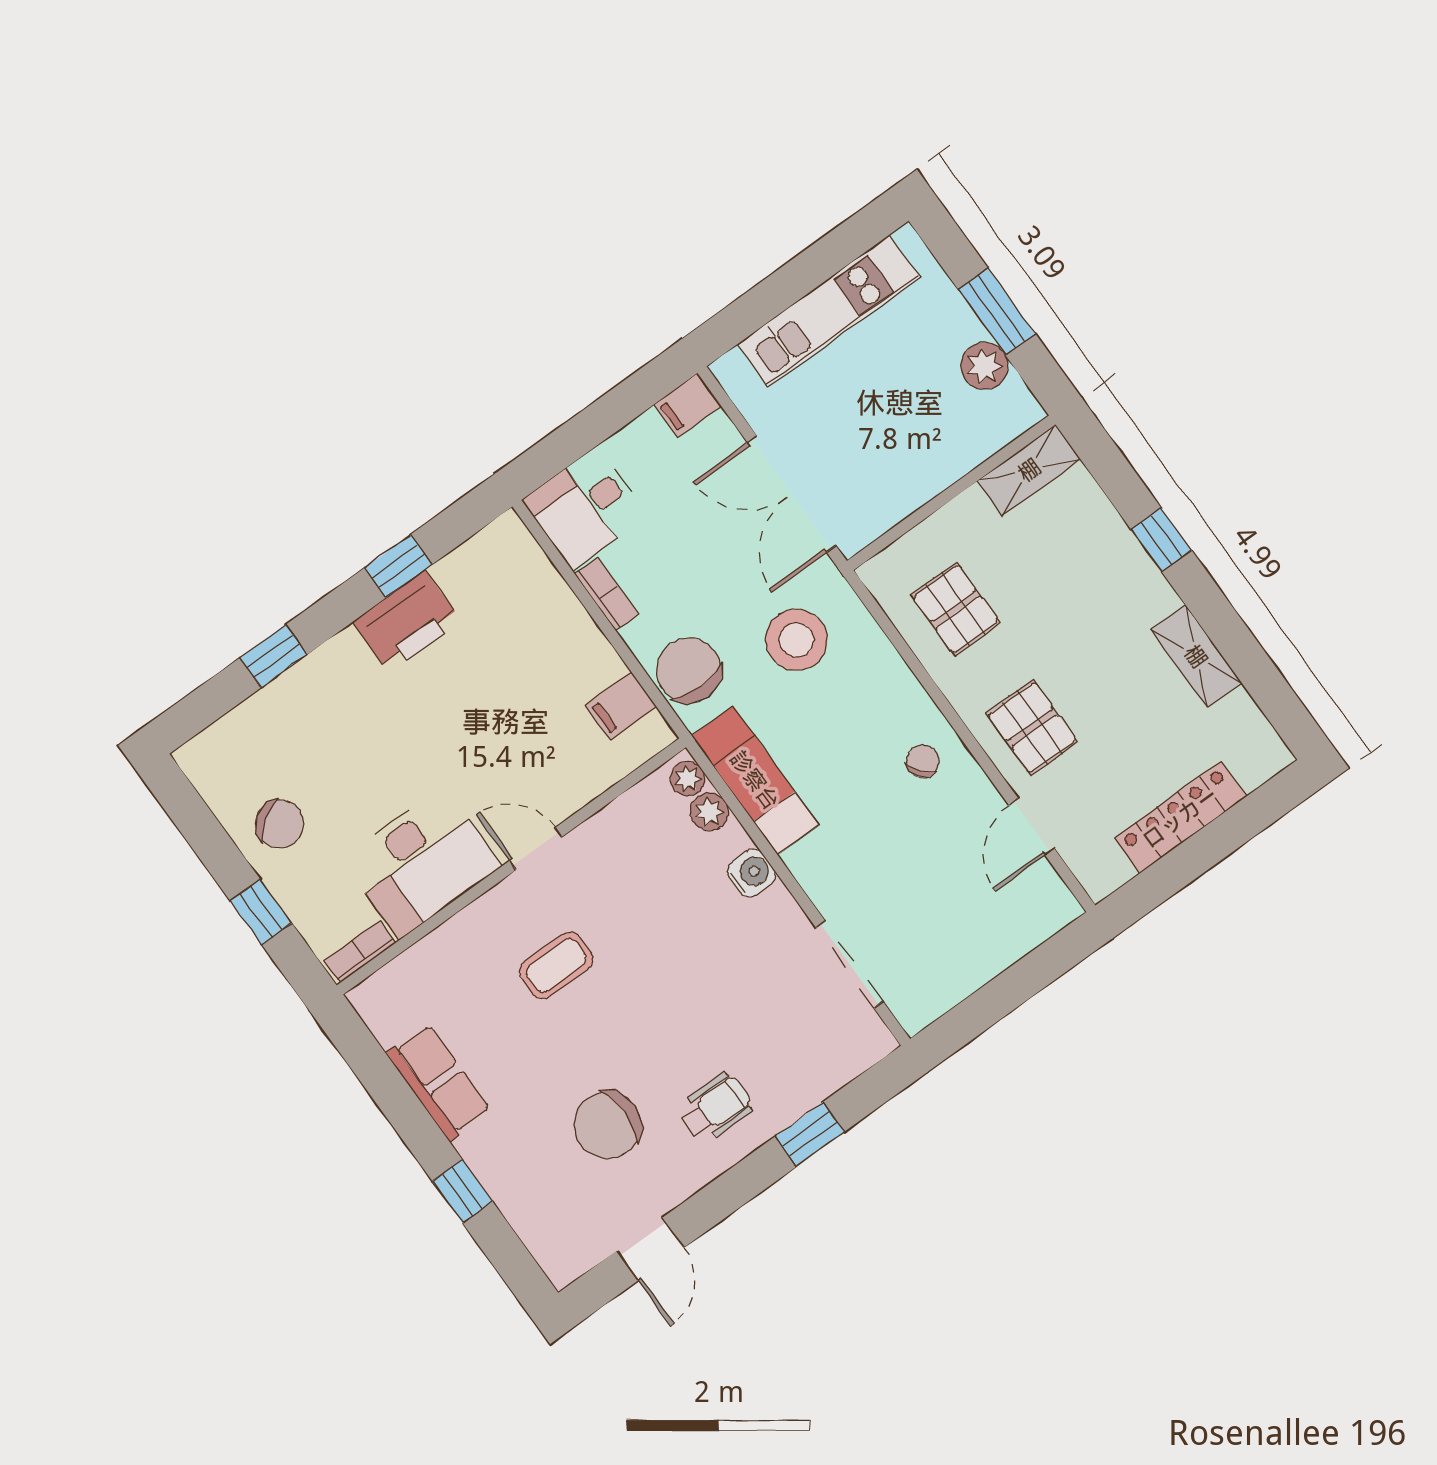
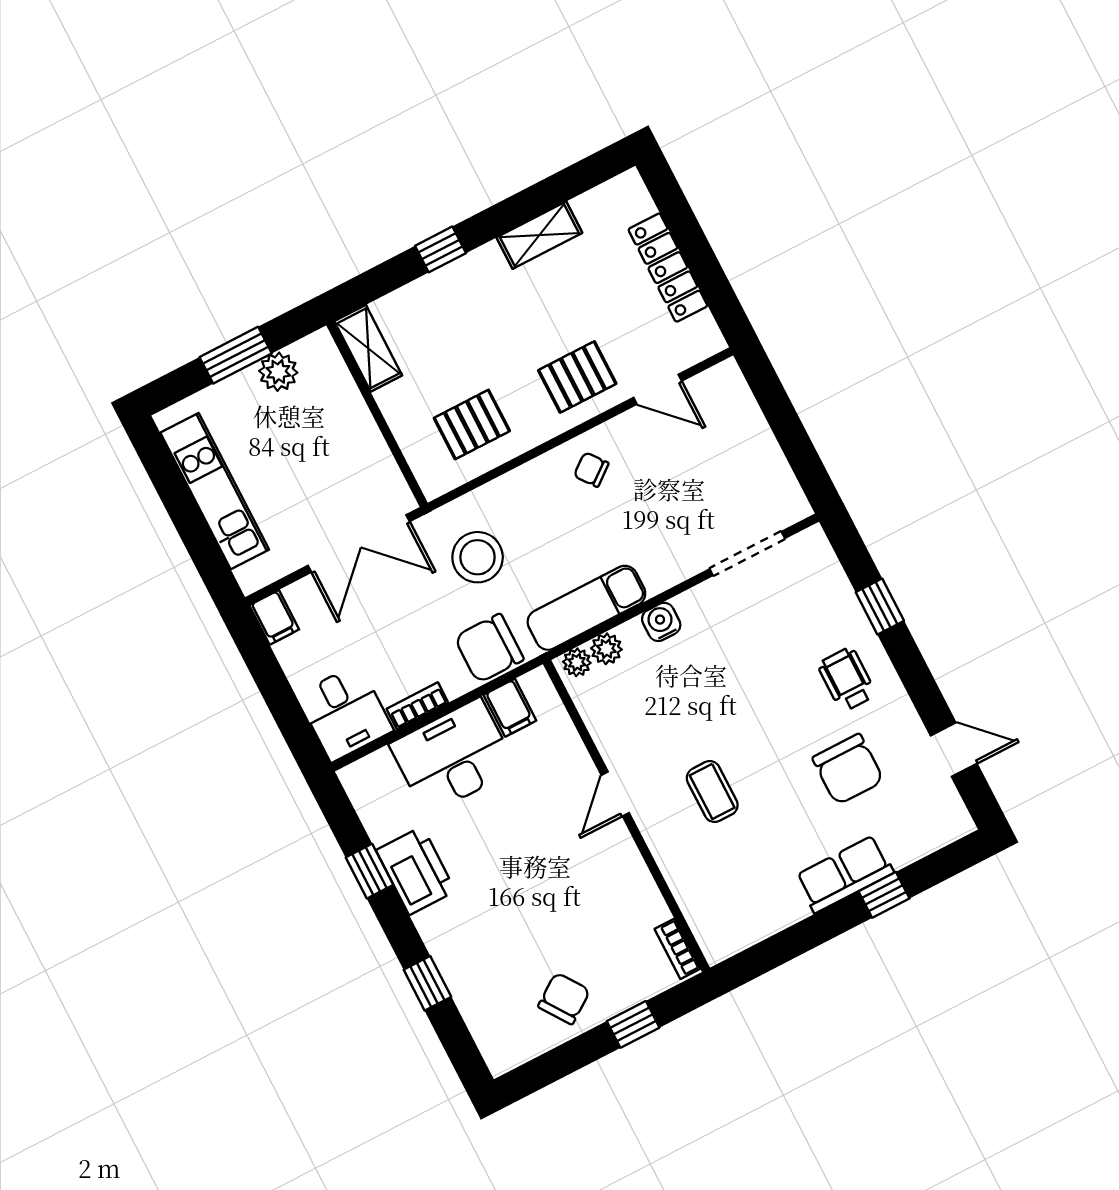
desk: (421, 863) -> (453, 757), moved, turned -90
row of seats: (439, 1082) -> (845, 874), moved

